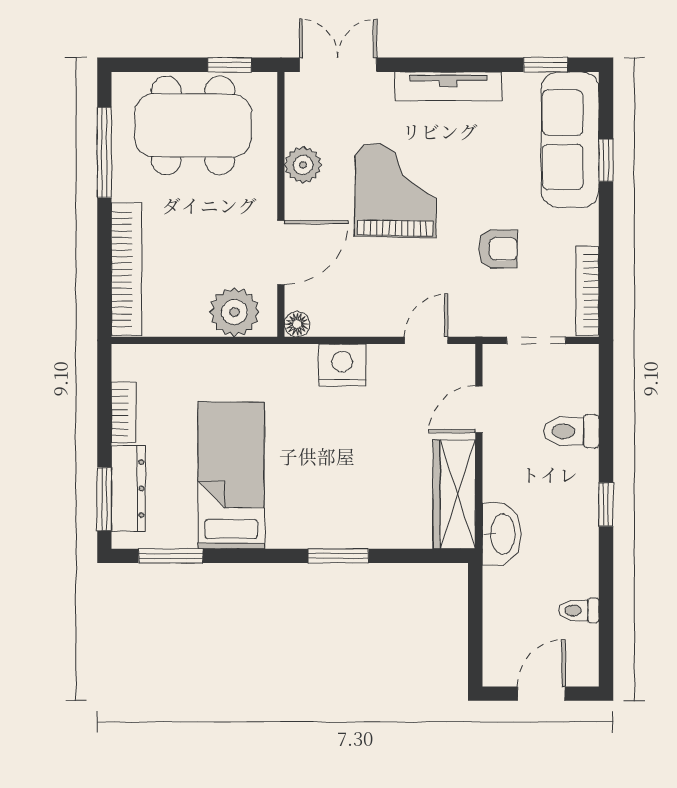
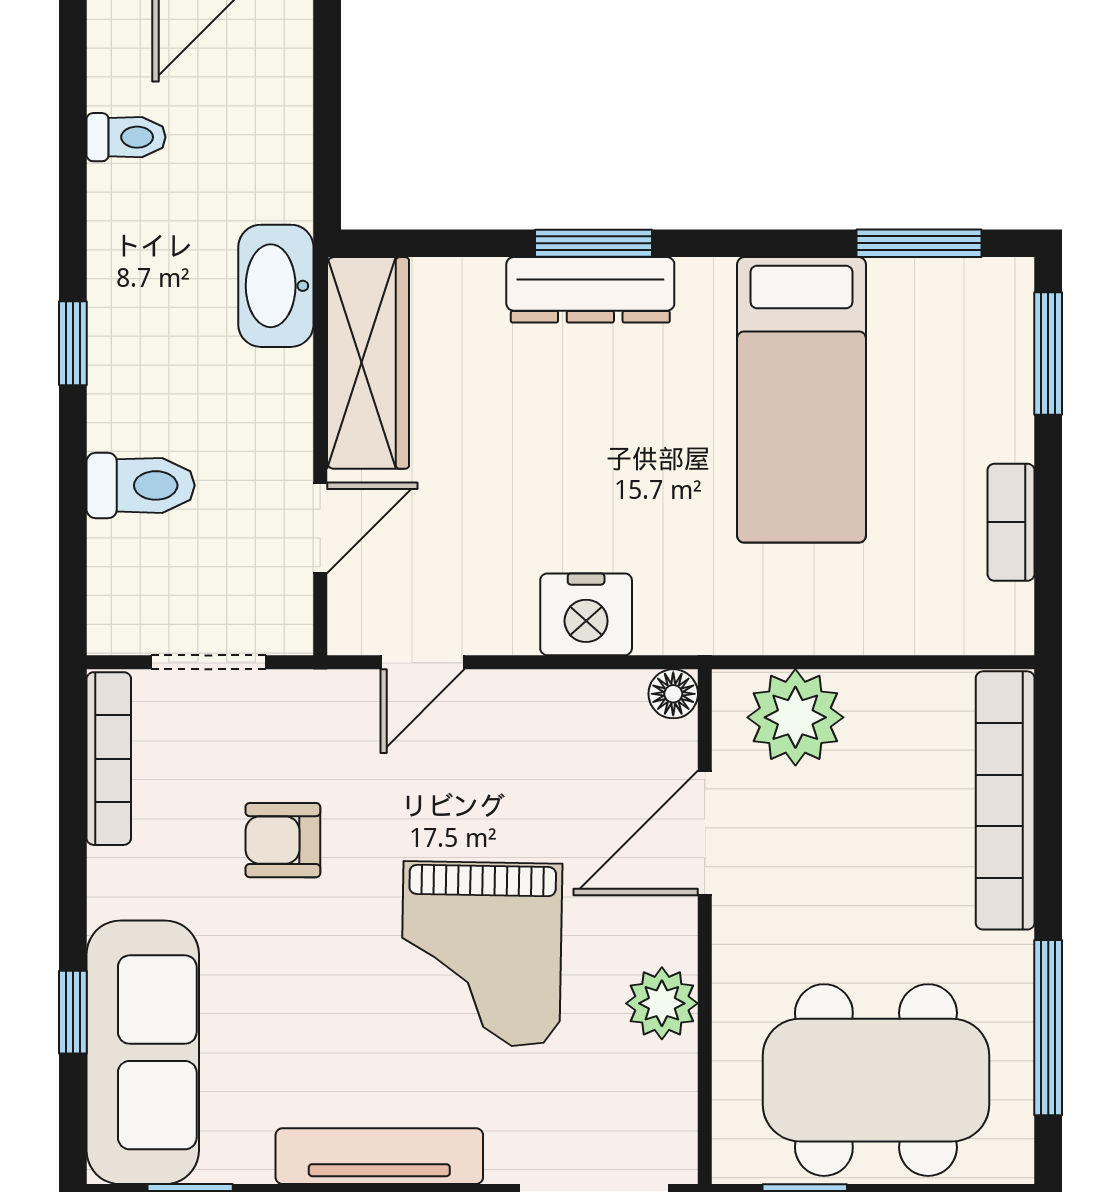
dresser: (128, 489) -> (590, 290), moved, turned -90

